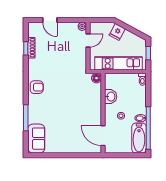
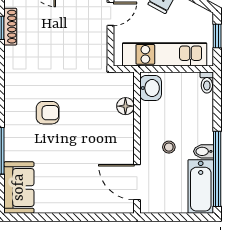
floor lamp: (96, 78) -> (125, 106), moved
armchair: (37, 87) -> (48, 113), moved
washbasin: (111, 97) -> (151, 88), moved

